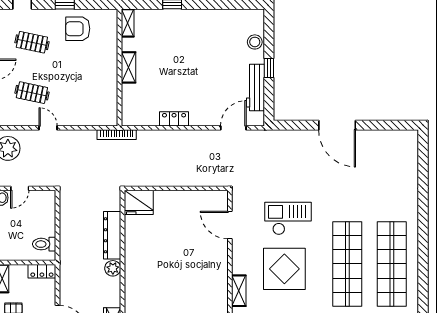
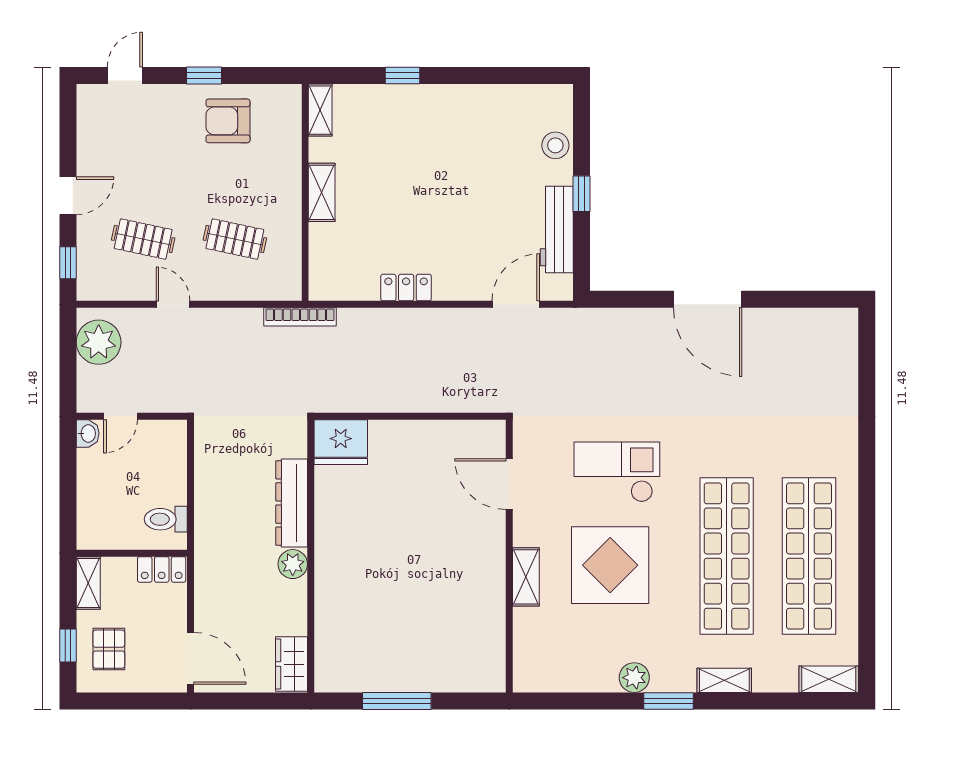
clothes rail: (32, 42) -> (235, 239), moved
shelving: (239, 291) -> (526, 577), moved

